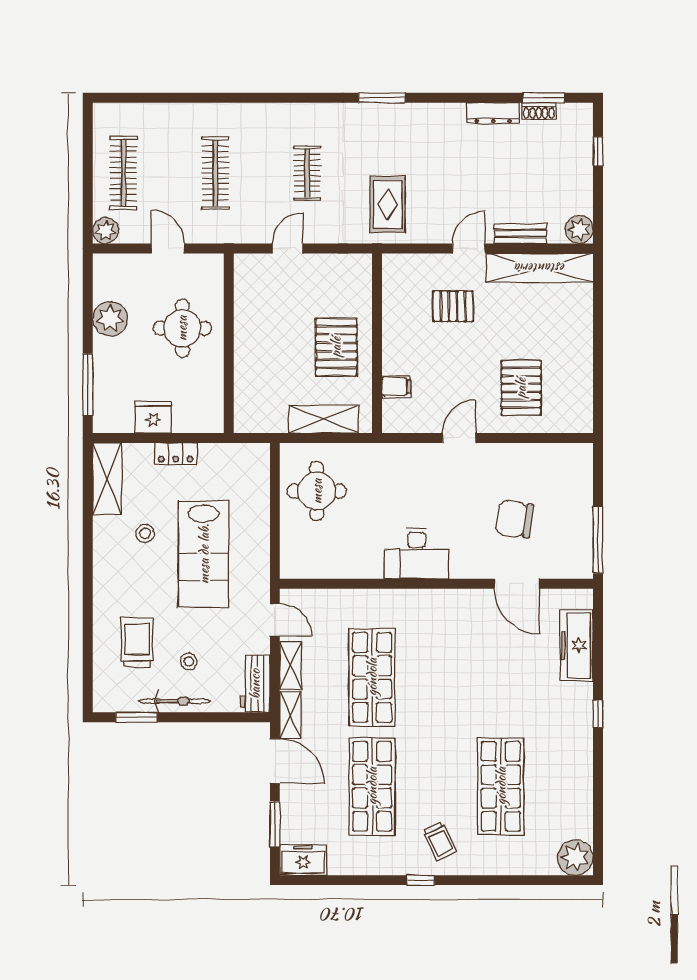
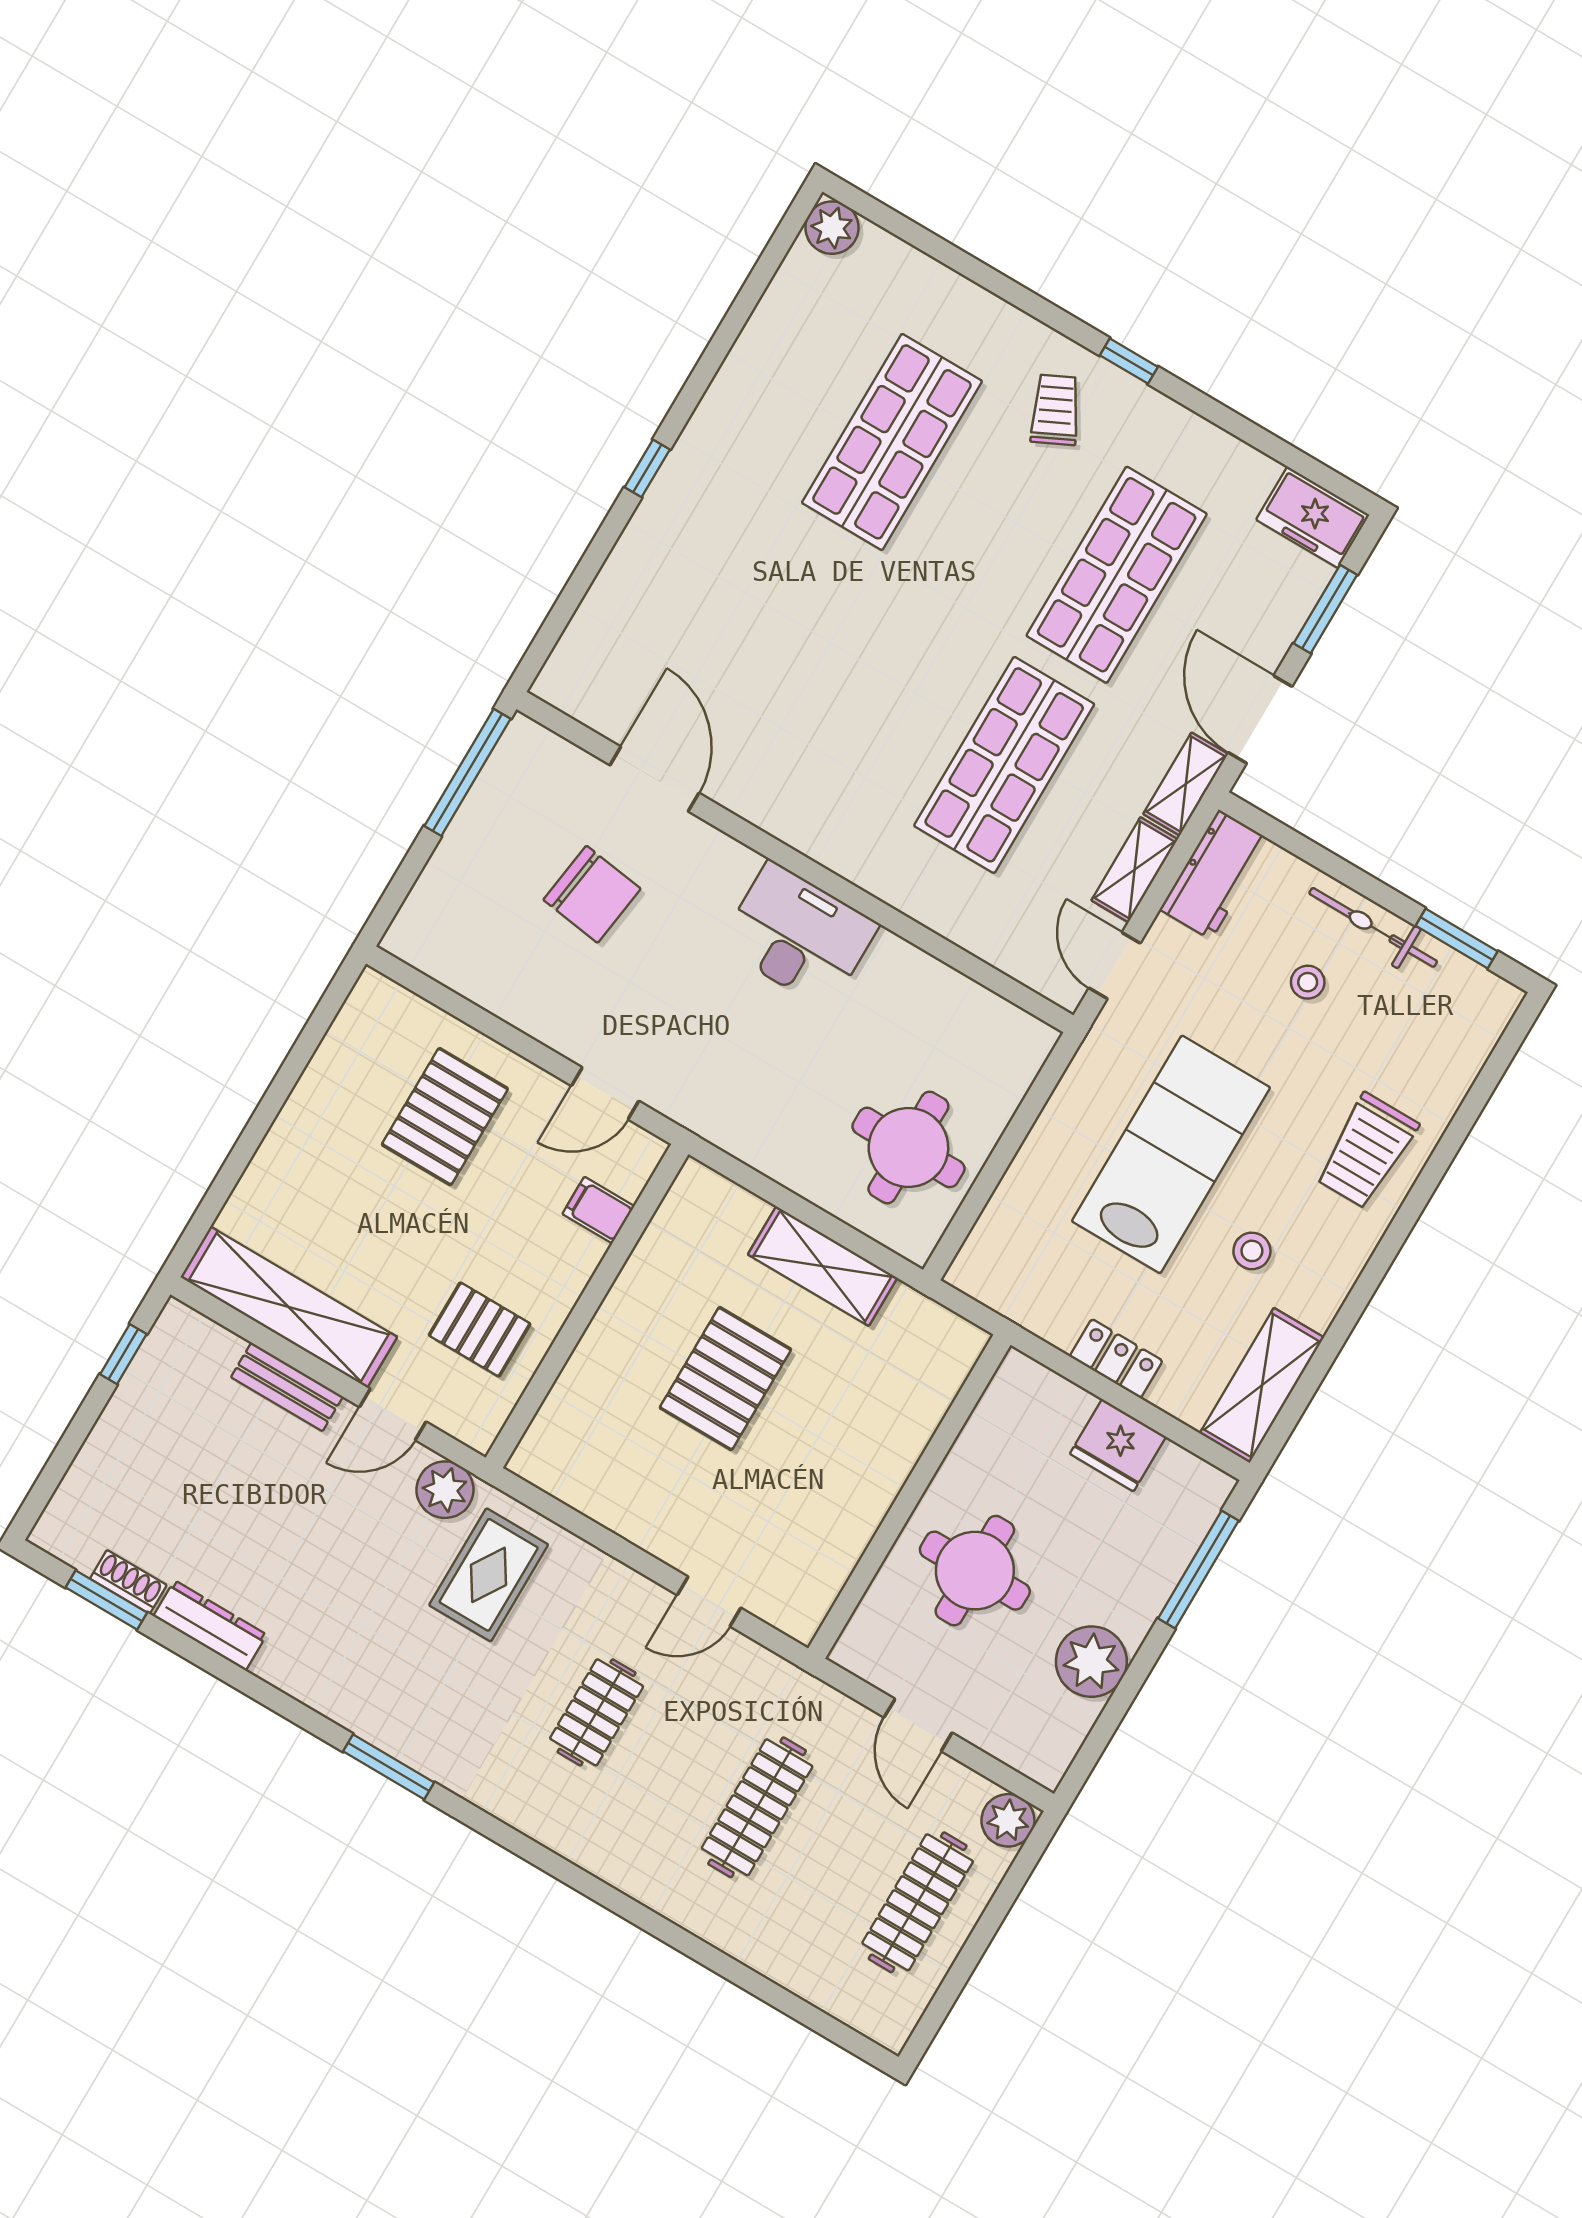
window: (598, 151) -> (123, 1354), moved
plant: (579, 230) -> (445, 1490), moved
wall: (377, 343) -> (587, 1306), moved
filing cabinet: (396, 387) -> (598, 1210), moved
trolley: (137, 643) -> (1366, 1151), moved
freezer: (577, 645) -> (614, 610), removed
plant: (575, 858) -> (832, 228), width x0.73, depth x0.73

